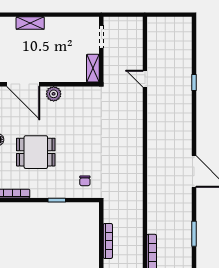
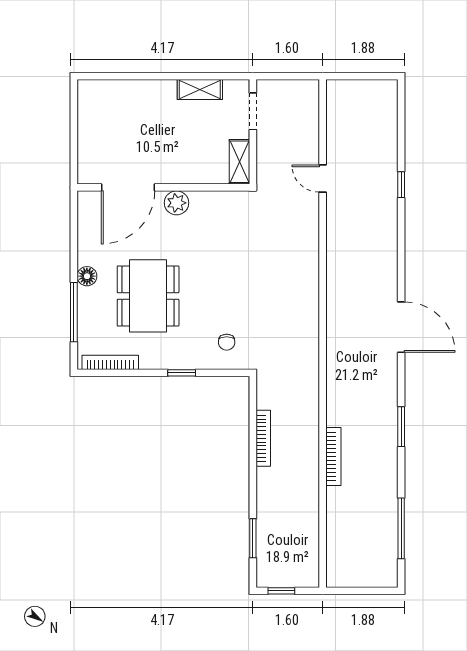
shelving: (30, 23) -> (200, 90), moved
door: (23, 84) -> (128, 187), hinge flipped
dining table: (36, 152) -> (148, 296), width x1.38

